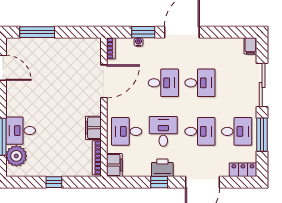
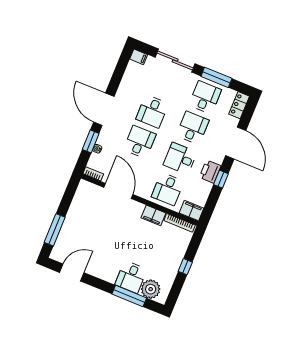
desk: (200, 83) -> (152, 111), turned 180

